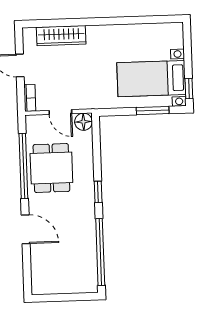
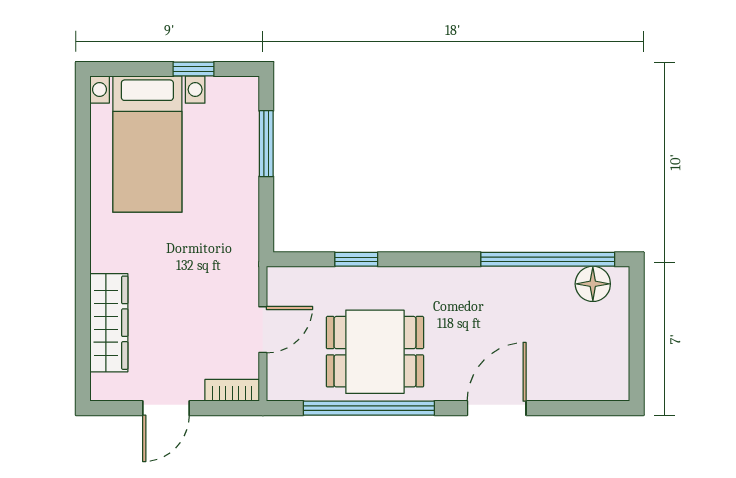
bed with nightstands: (151, 79) -> (147, 144), moved
window: (189, 89) -> (194, 69), moved
floor lamp: (83, 122) -> (593, 284), moved
window: (98, 192) -> (356, 259), moved

